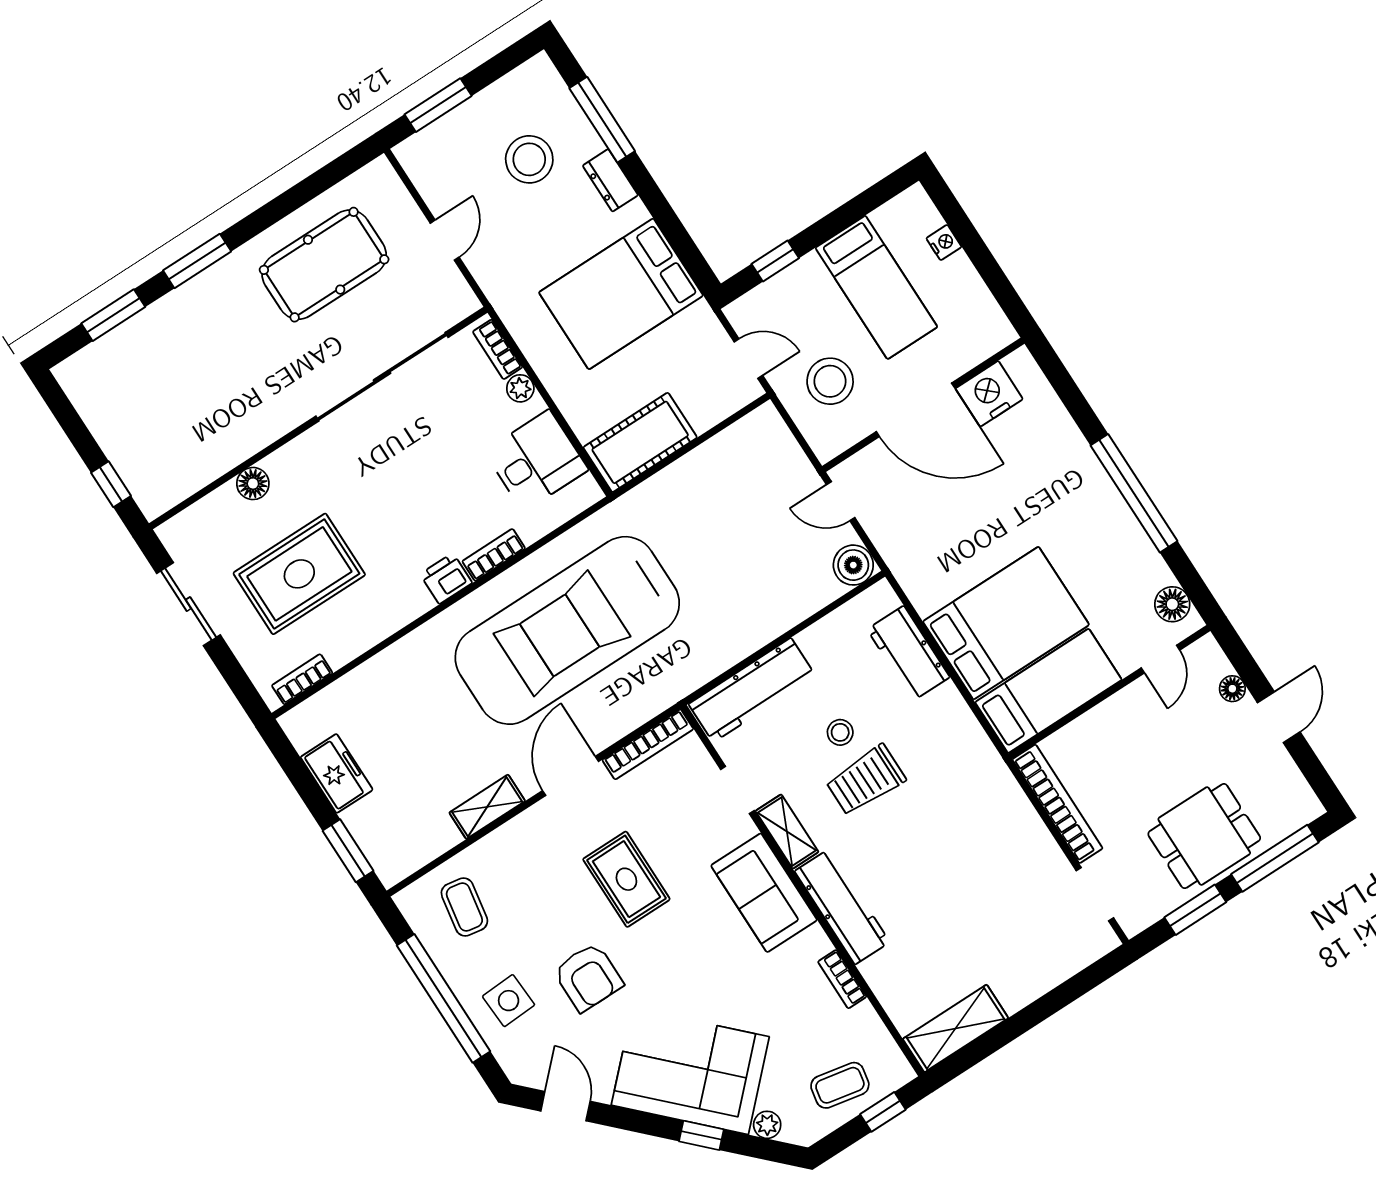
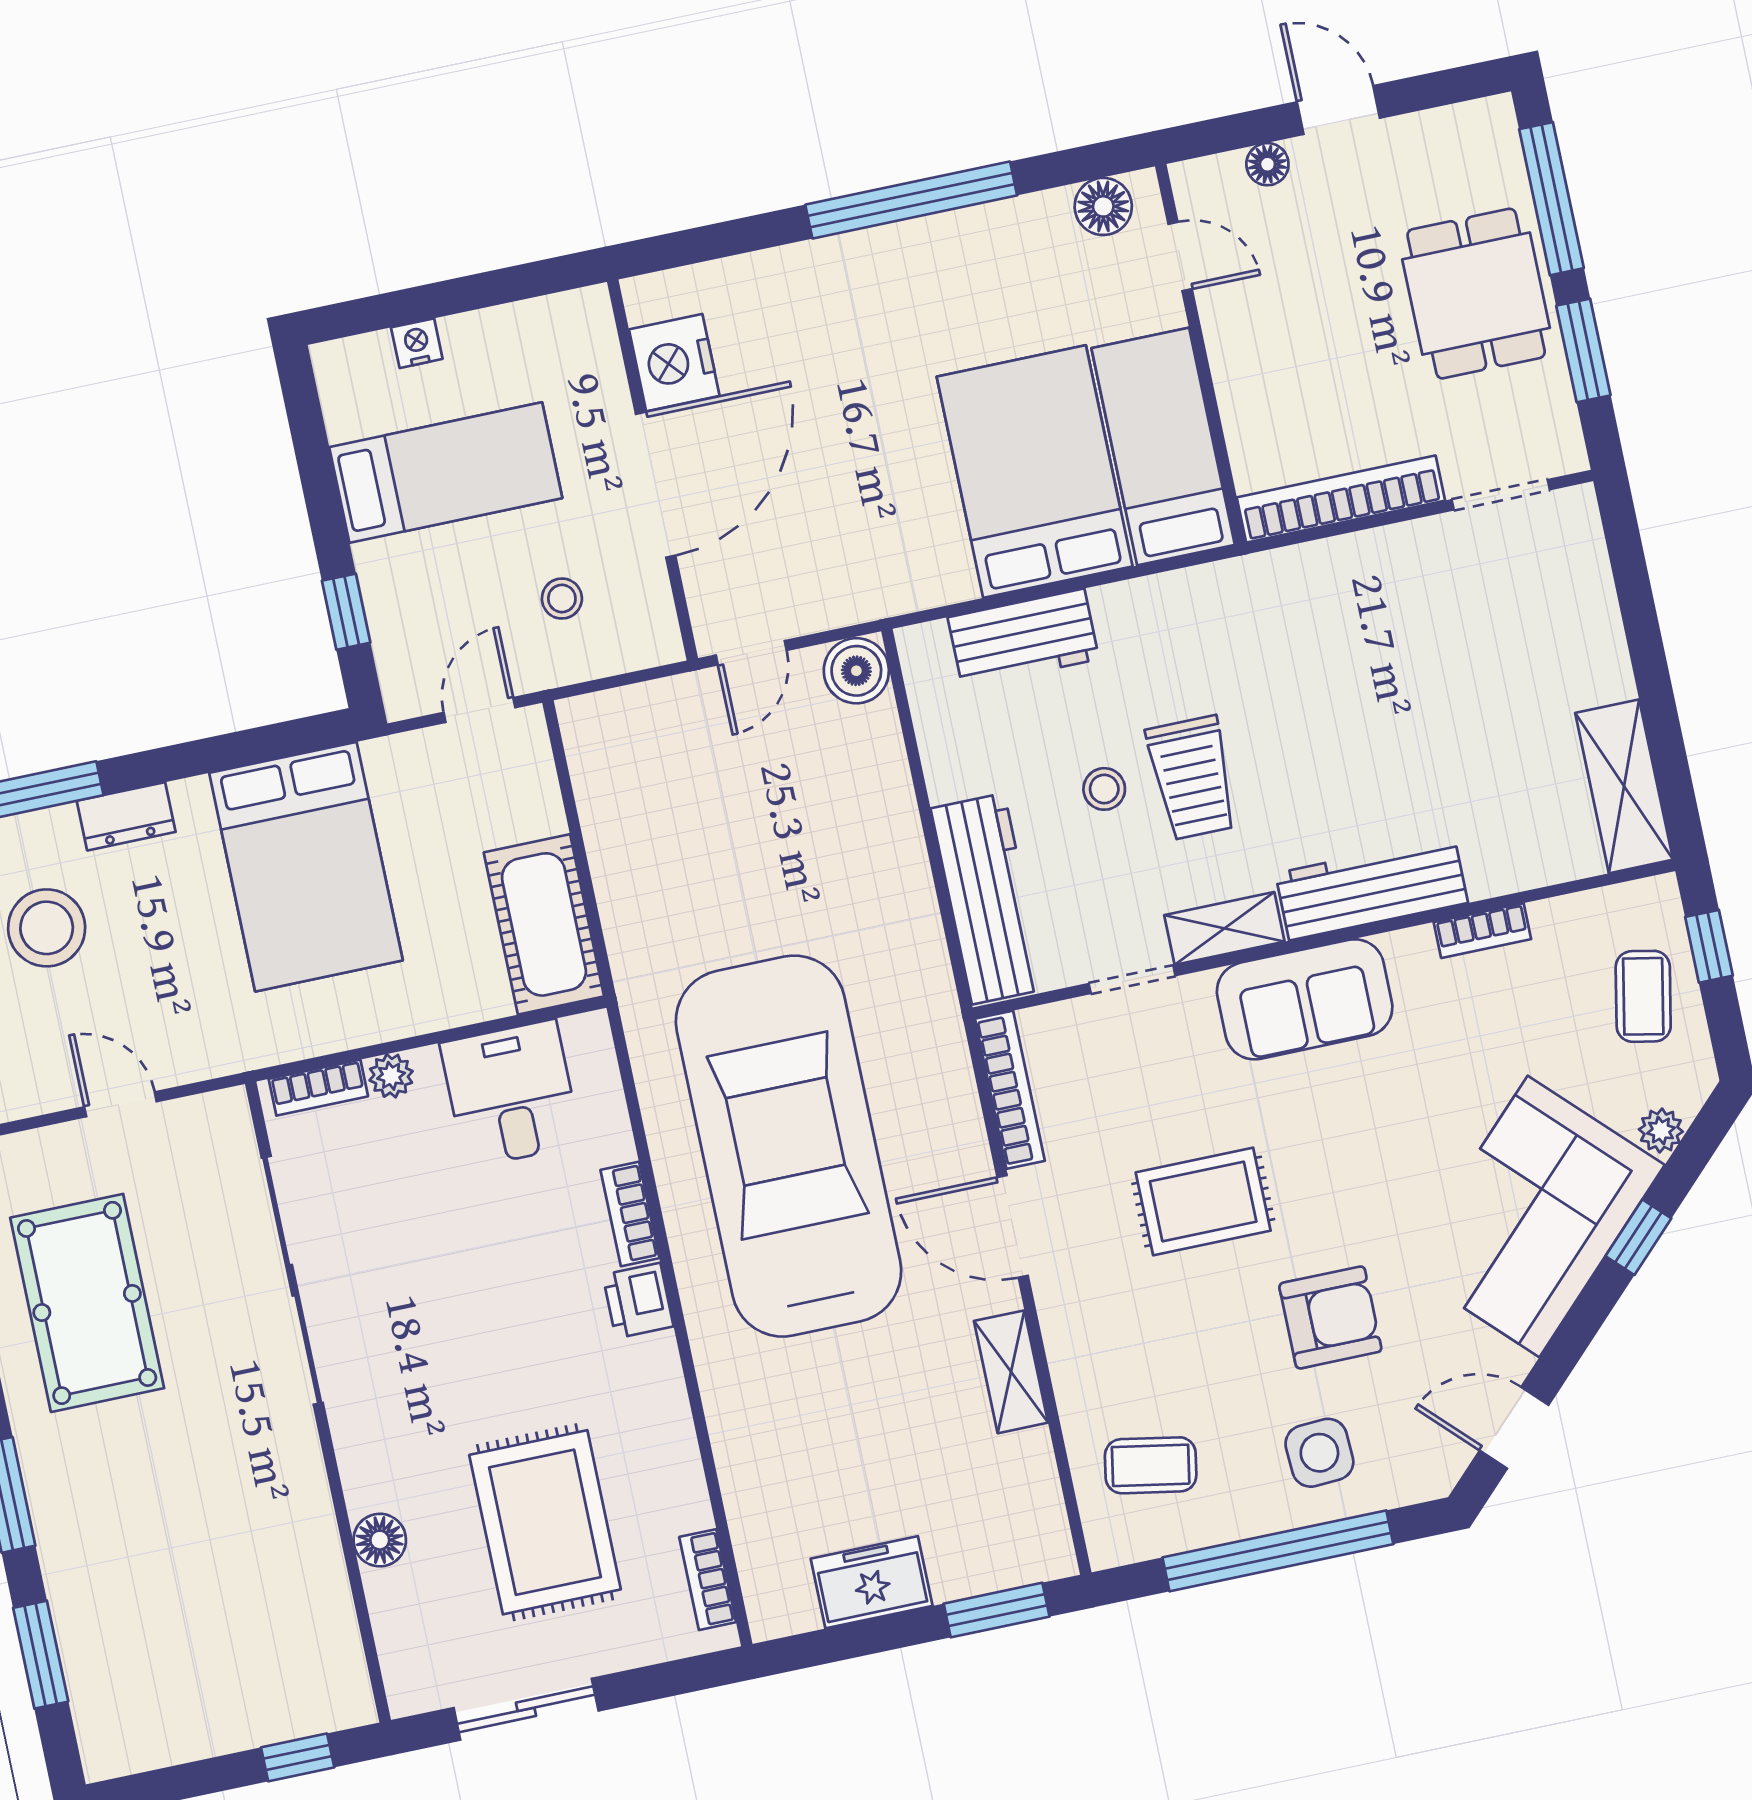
stool: (830, 381) -> (562, 599), width x0.53, depth x0.53
car: (567, 630) -> (788, 1146), turned 180

